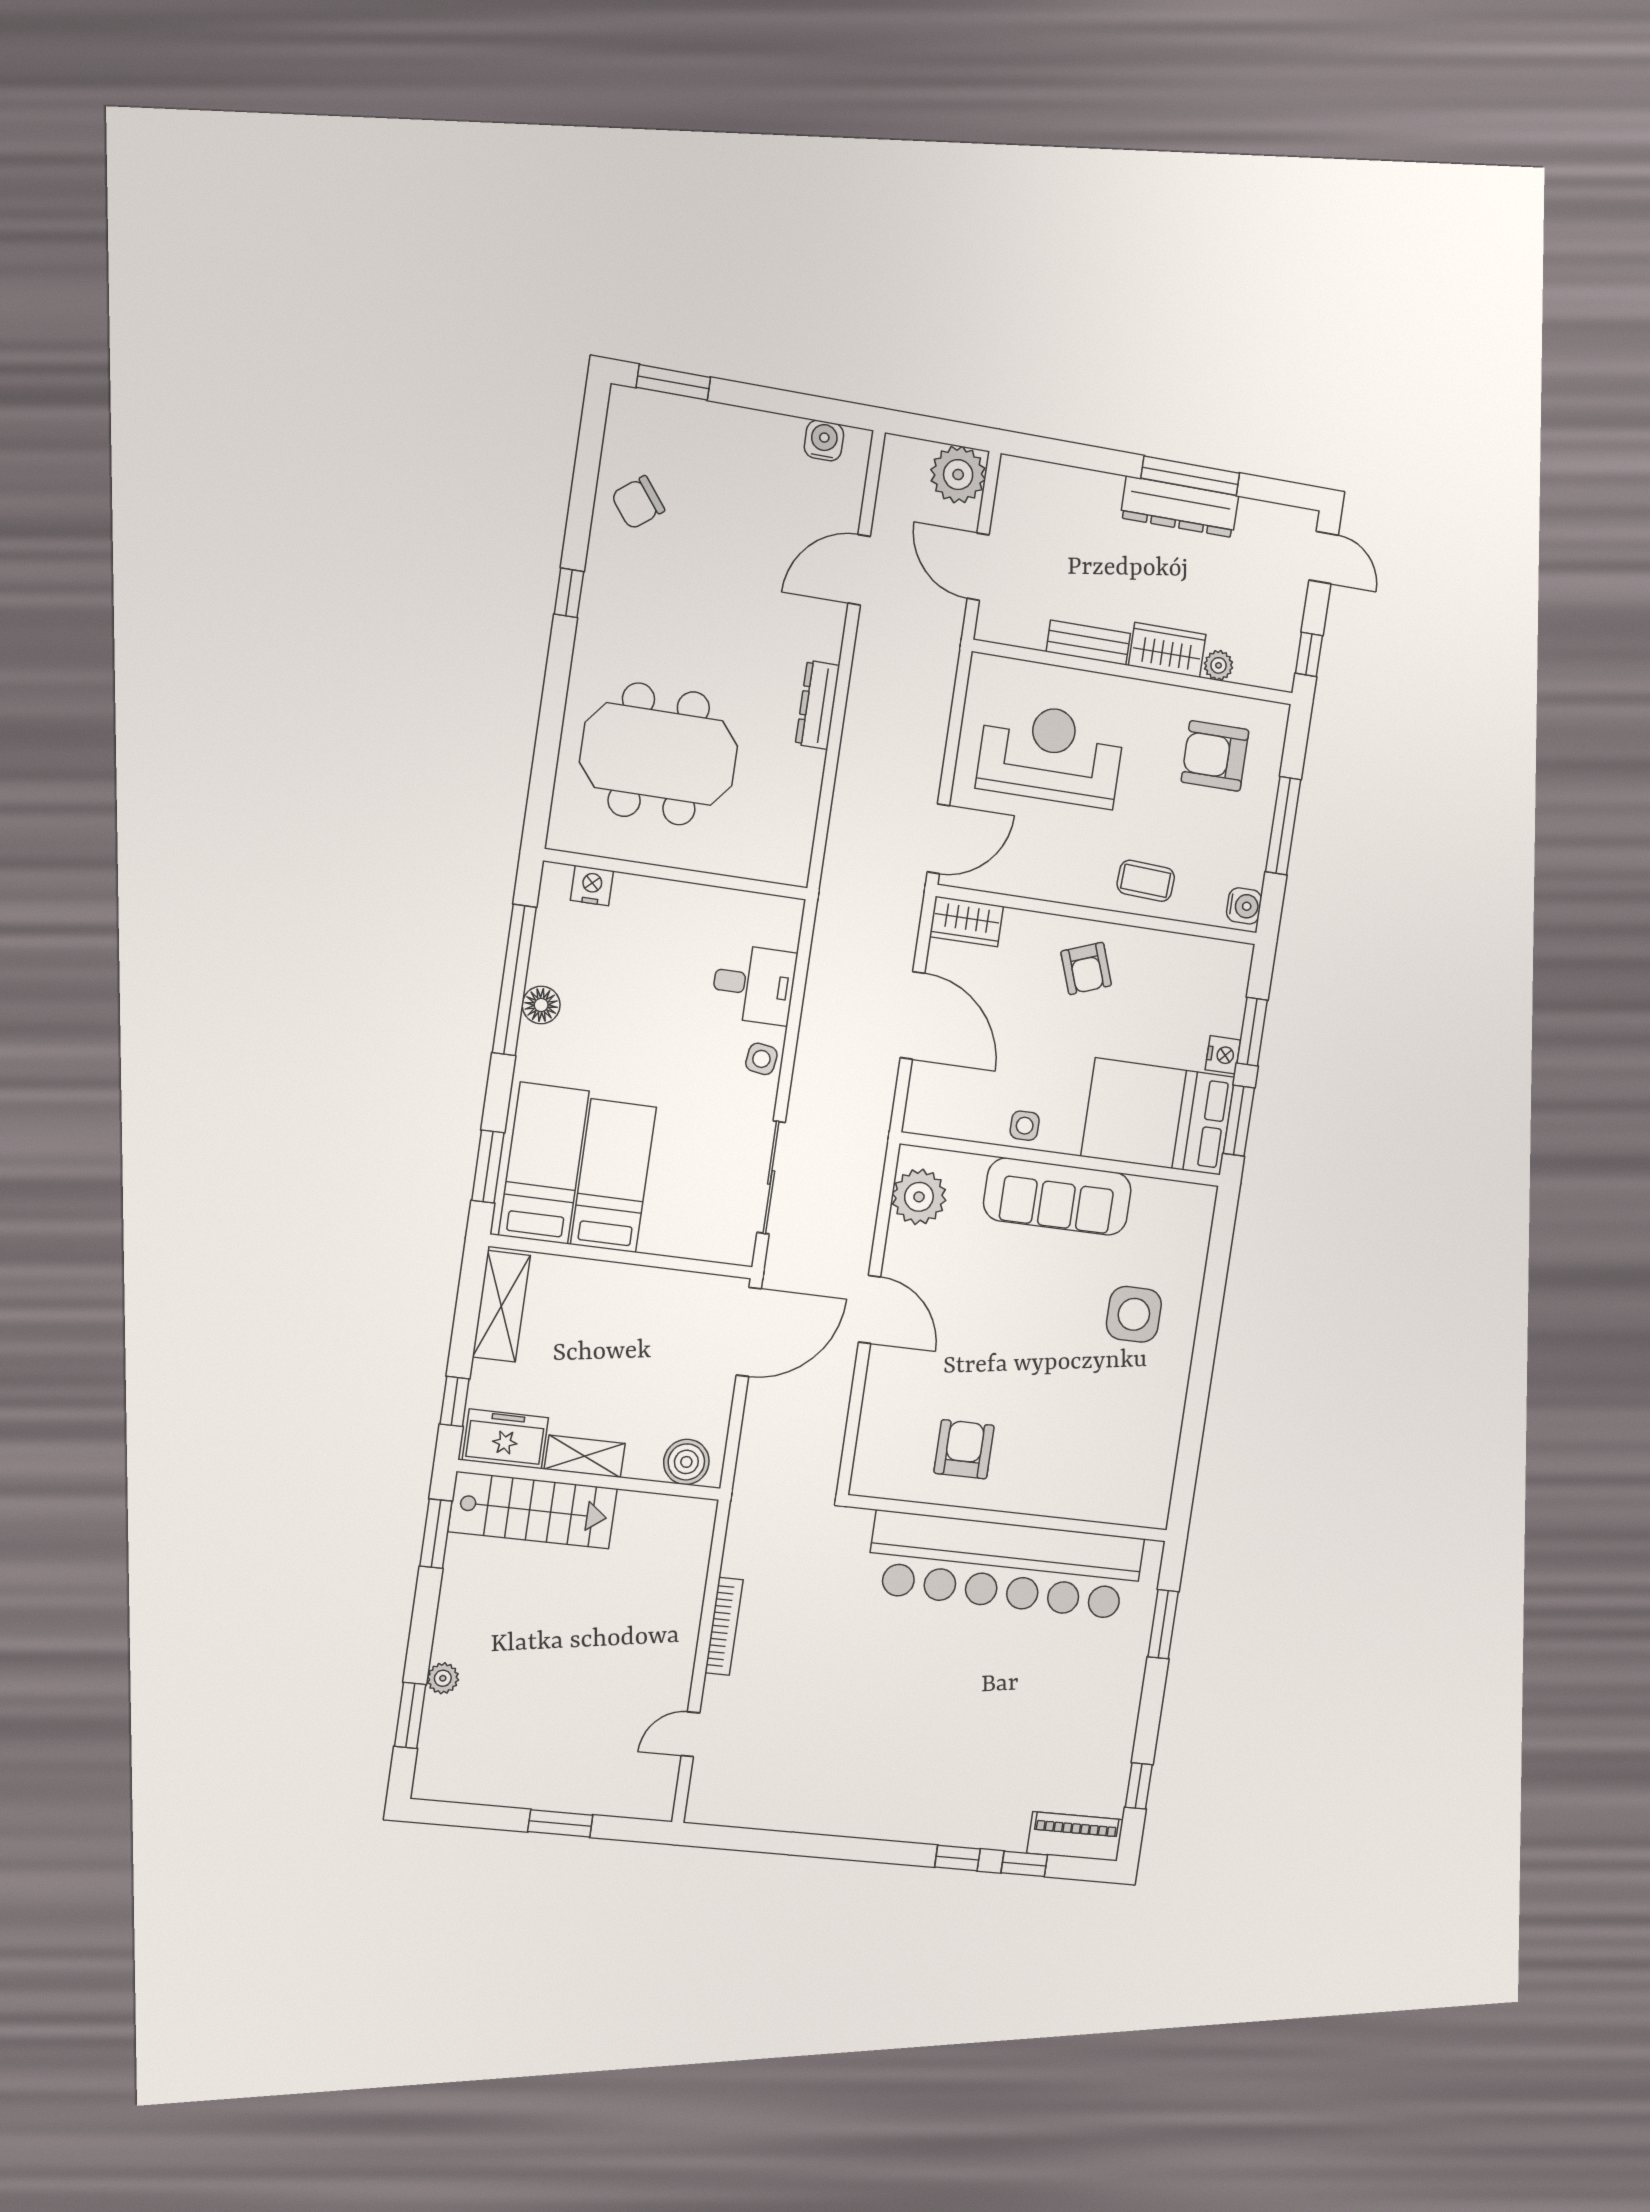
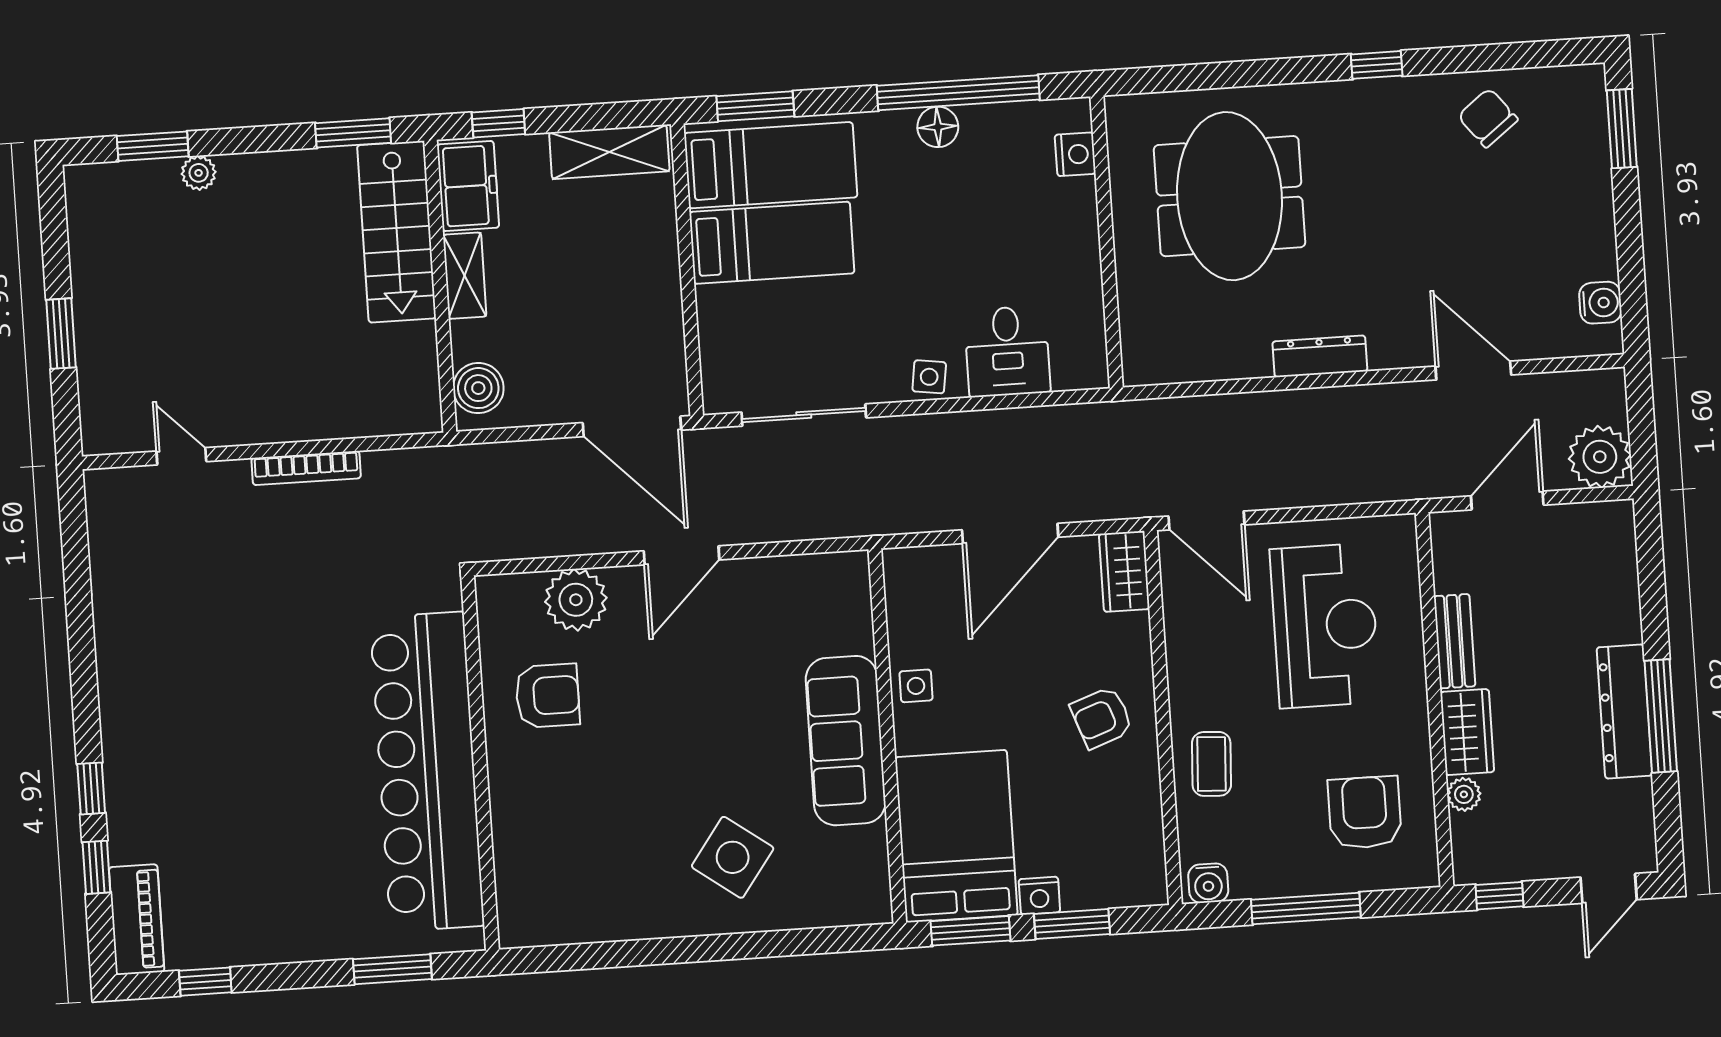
plant: (919, 1197) -> (576, 600), moved
side table: (1134, 1314) -> (733, 857), turned 36

